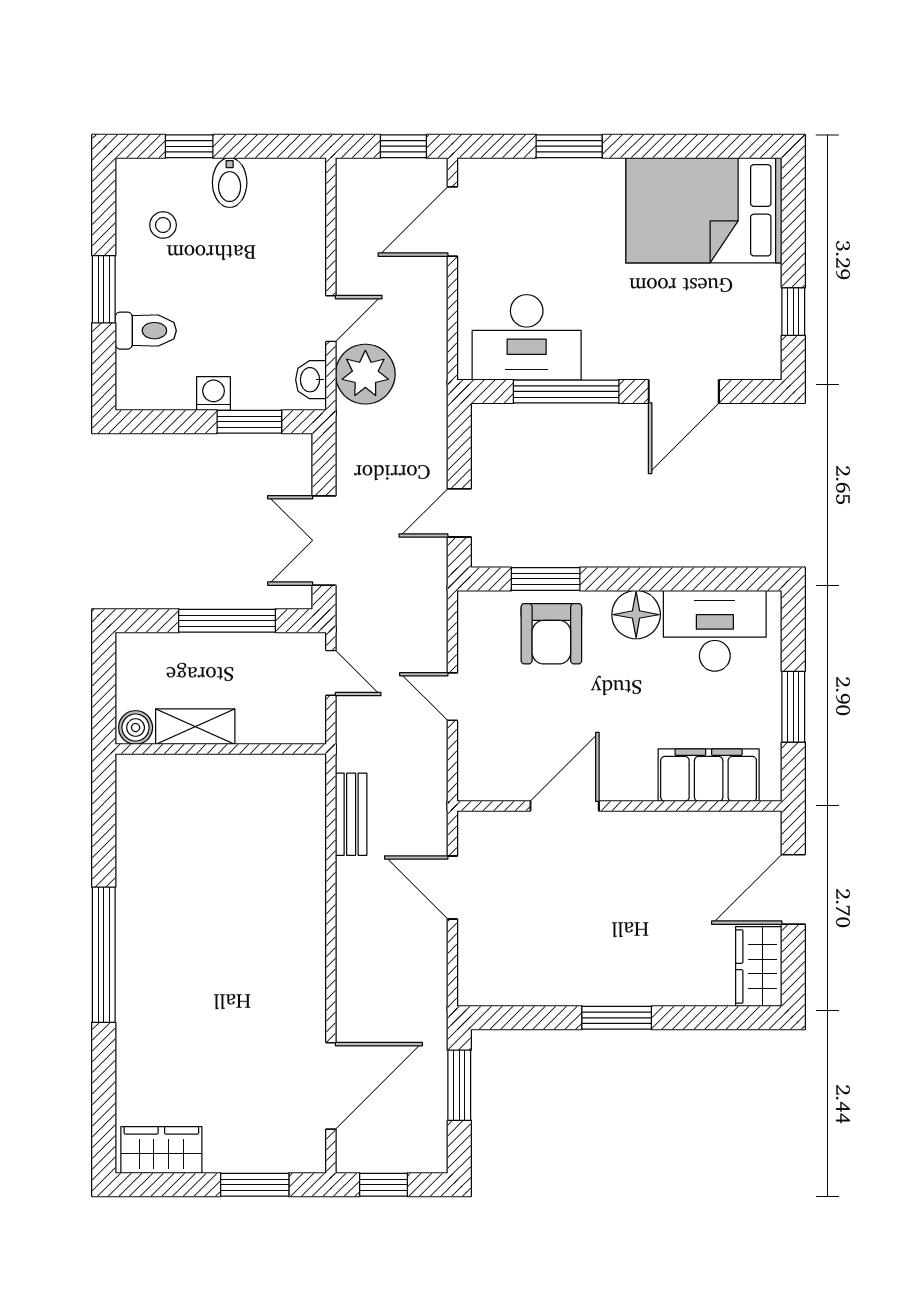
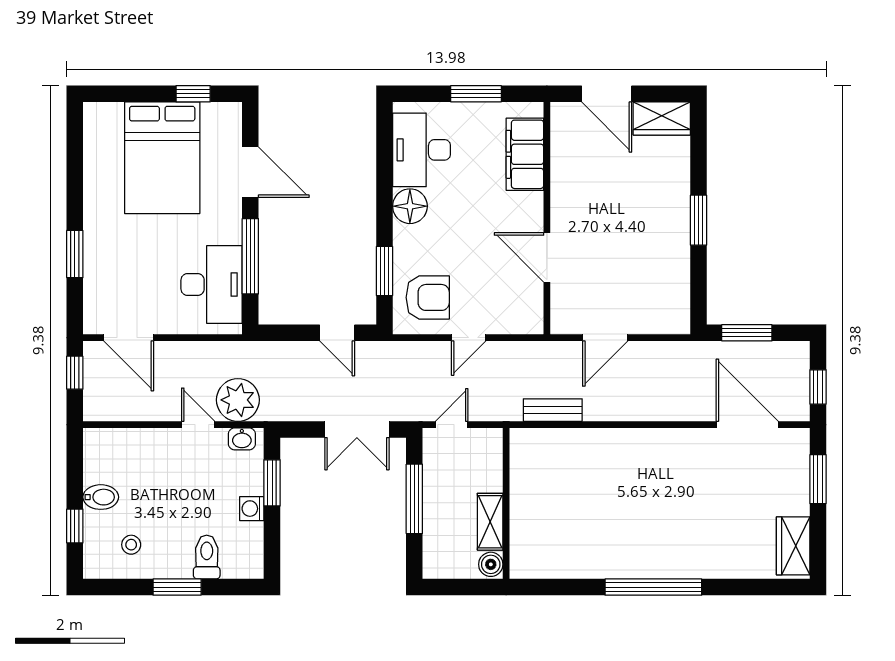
bed: (704, 210) -> (162, 158), moved
armchair: (551, 634) -> (428, 297), moved

